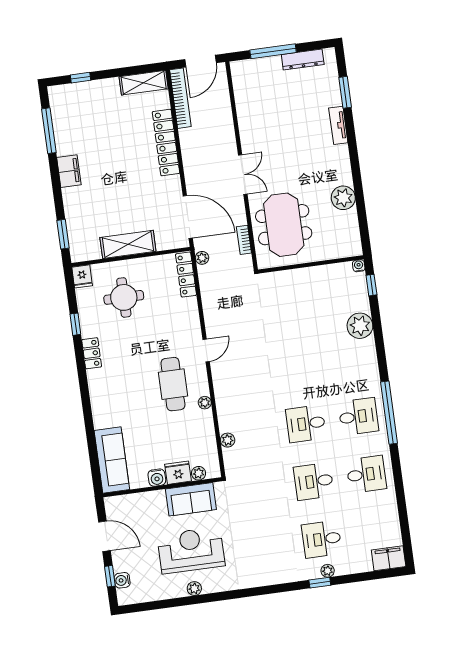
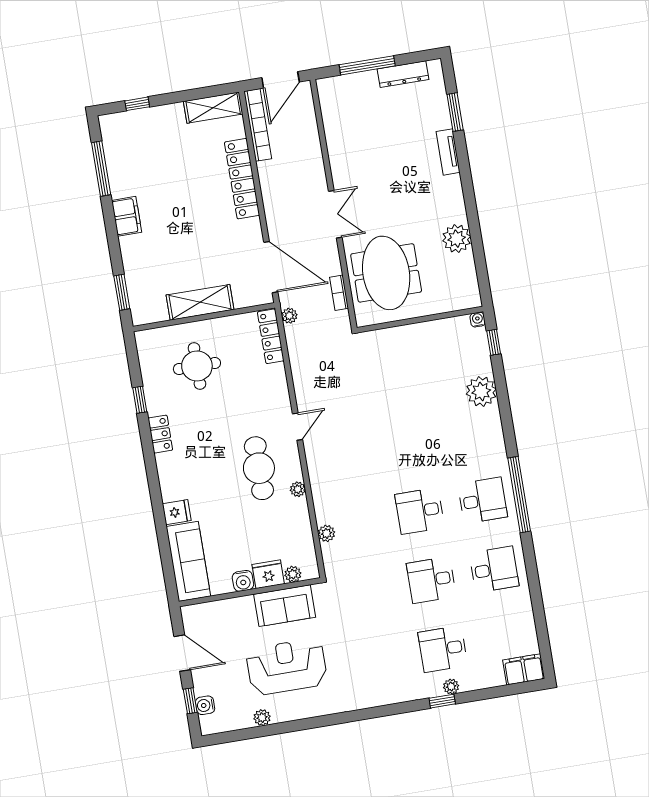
fridge: (82, 276) -> (177, 512), moved, turned -90
plant: (194, 589) -> (262, 718), moved

